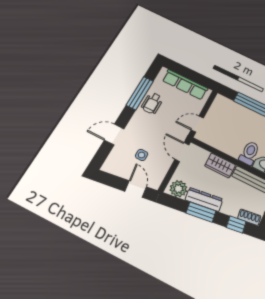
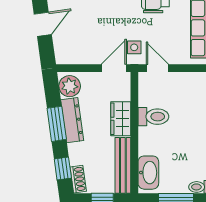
toilet: (249, 153) -> (153, 117), moved
side table: (142, 155) -> (134, 47), moved
door: (136, 189) -> (43, 24), moved

